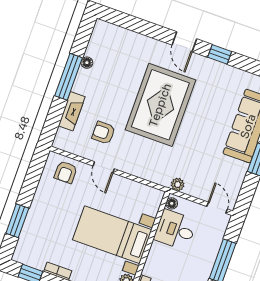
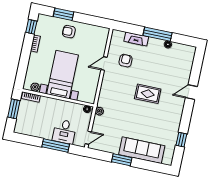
door: (184, 42) -> (191, 92), moved
window: (220, 54) -> (181, 140), moved
rug: (160, 105) -> (148, 94), width x0.54, depth x0.49
armchair: (66, 172) -> (69, 32), moved
desk: (175, 230) -> (64, 132), moved, turned 180

